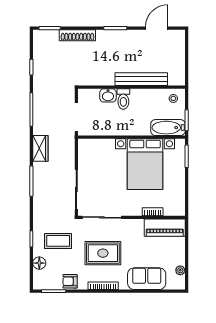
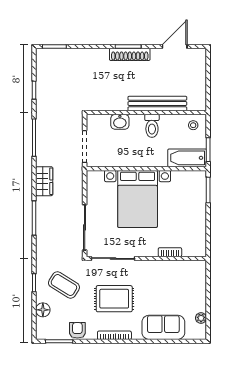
shoe rack: (77, 35) -> (130, 54), moved
toilet: (123, 99) -> (152, 126), moved
bed with nightstands: (145, 164) -> (138, 199), moved
piano: (165, 228) -> (184, 270), removed
coffee table: (58, 241) -> (64, 285), turned 32
armchair: (70, 281) -> (77, 330), turned 90

